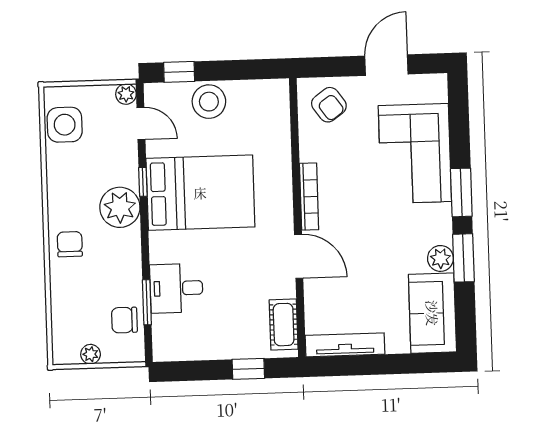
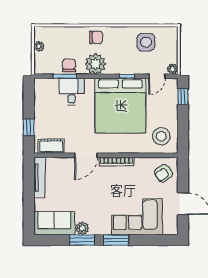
stool: (209, 102) -> (161, 136), moved
side table: (65, 125) -> (146, 42), moved
bed: (200, 193) -> (120, 106), width x1.36
plant: (120, 207) -> (95, 64), moved
chair: (124, 320) -> (69, 65), moved

